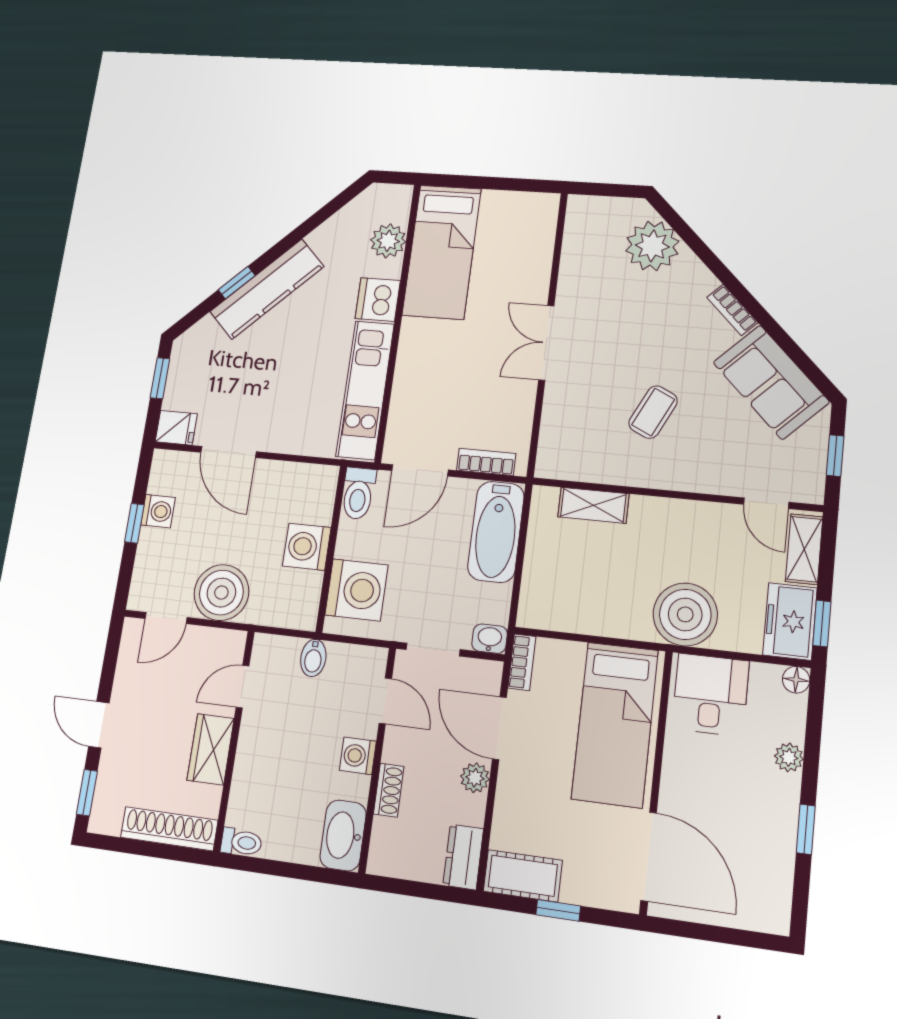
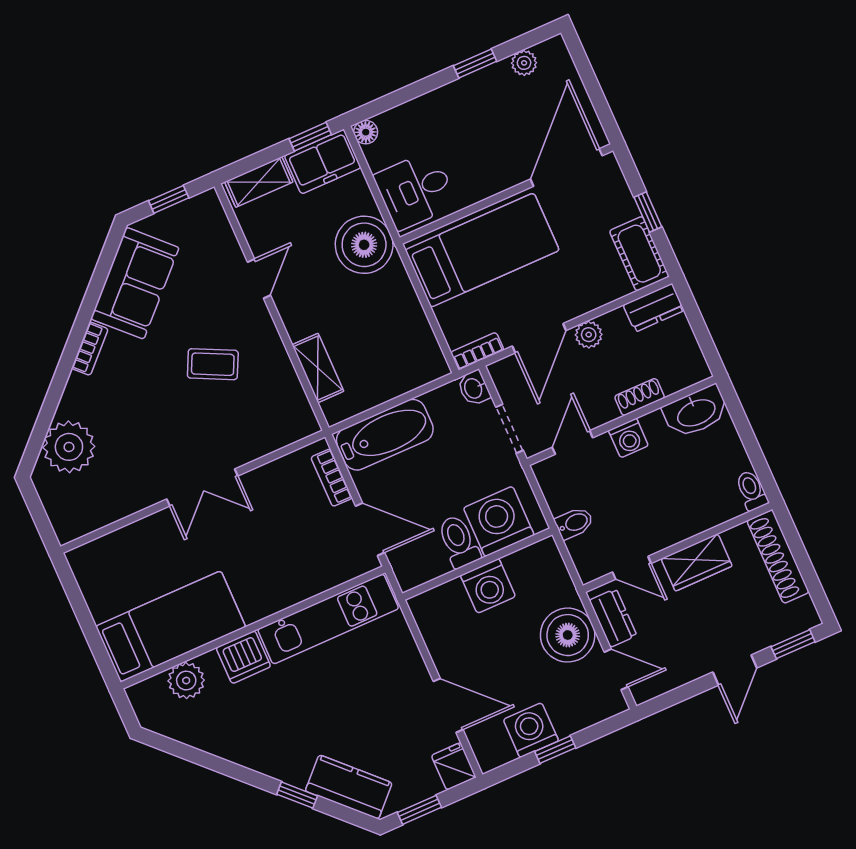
kitchen counter: (267, 289) -> (349, 787), moved, width x0.67
door: (229, 452) -> (448, 705), hinge flipped
toilet: (358, 493) -> (459, 541), moved, turned -90
door: (766, 503) -> (259, 279), moved
washing machine: (158, 511) -> (531, 730), width x1.38, depth x1.38
dresser: (211, 642) -> (613, 618), added
plant: (789, 757) -> (524, 63), moved

